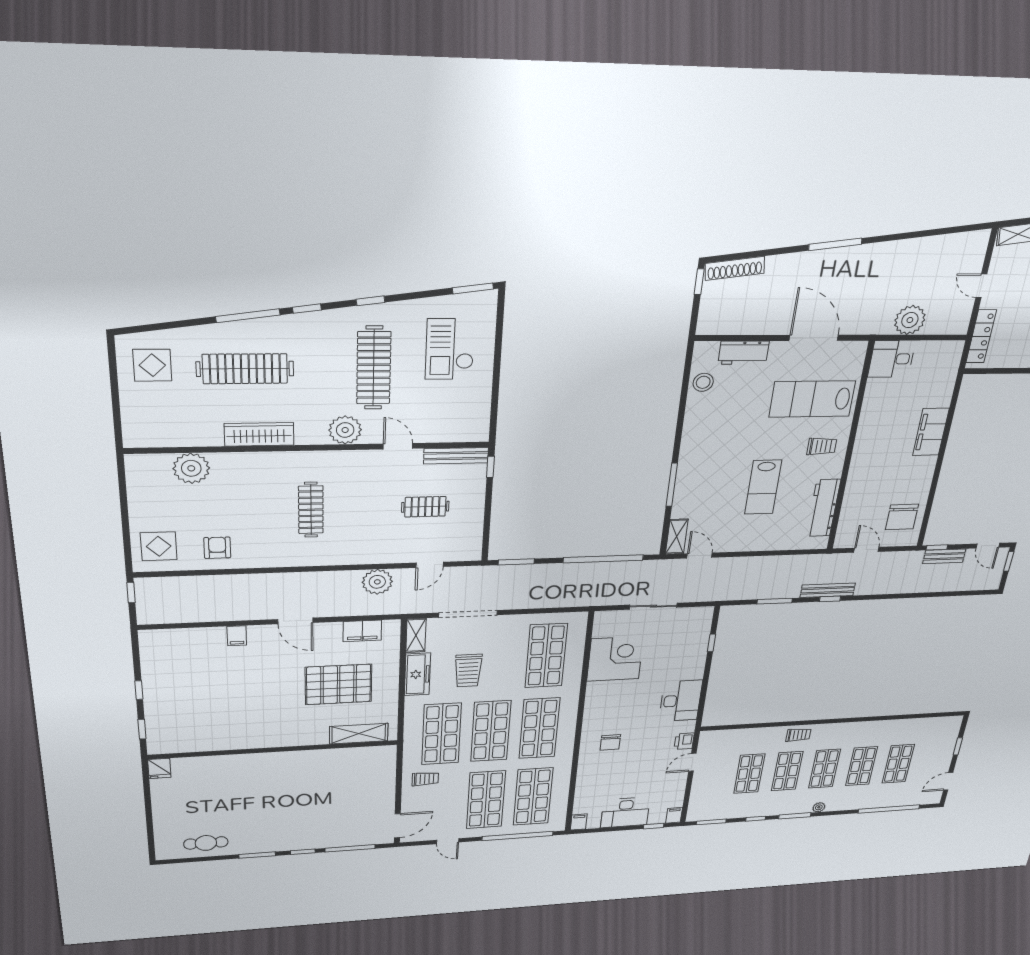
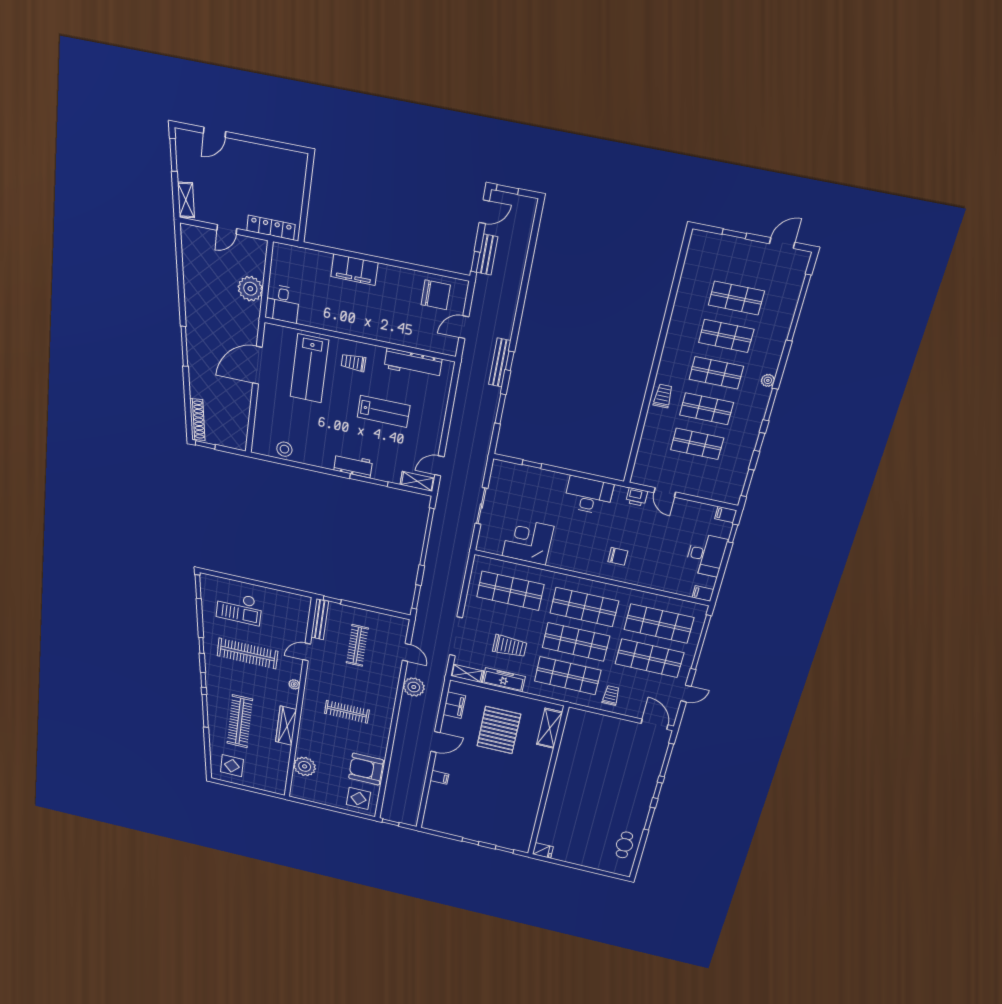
workbench: (744, 353) -> (353, 465), moved, turned -90
plant: (345, 430) -> (294, 684), width x0.53, depth x0.53
trolley: (822, 446) -> (353, 362), turned -90
clothes rail: (425, 507) -> (357, 646), width x1.36
armchair: (217, 548) -> (366, 769), width x1.88, depth x1.88
door: (948, 781) -> (782, 243), swing flipped

